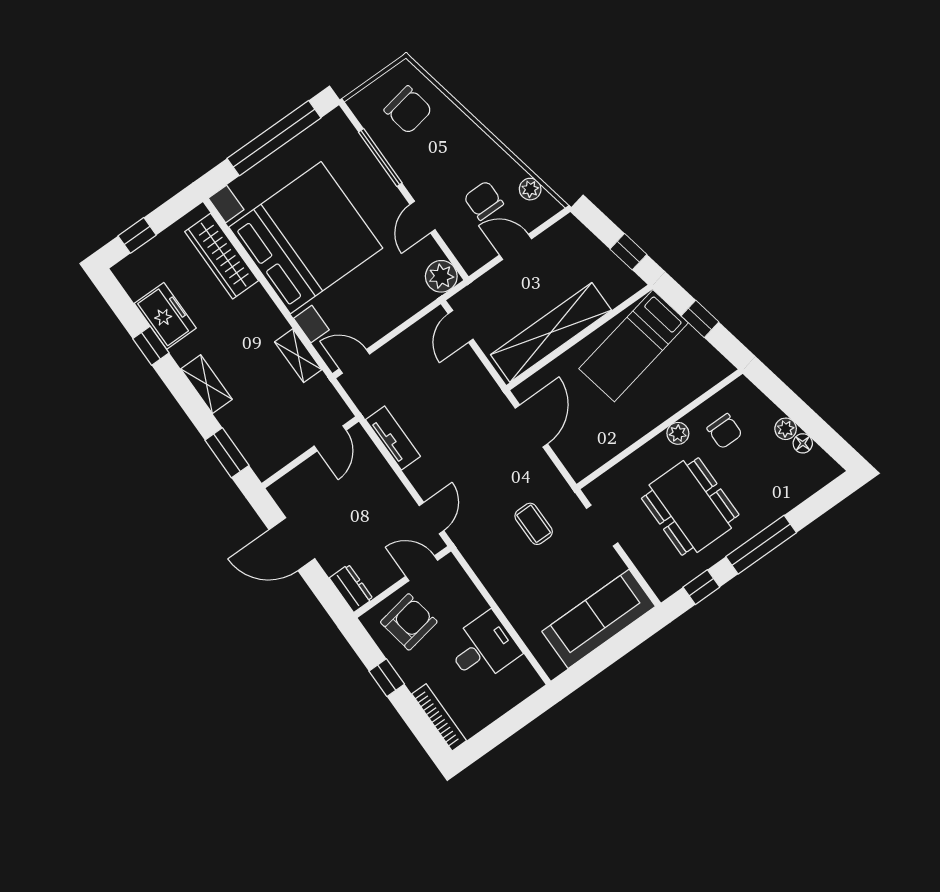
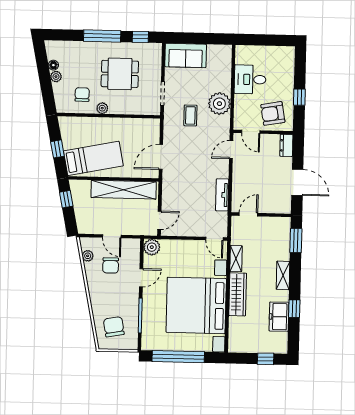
wardrobe: (222, 256) -> (238, 294), moved
dining table: (690, 506) -> (120, 74), width x0.73
plant: (502, 575) -> (219, 104), added
sofa: (599, 619) -> (186, 55), width x0.73
bookcase: (439, 717) -> (290, 64), removed

